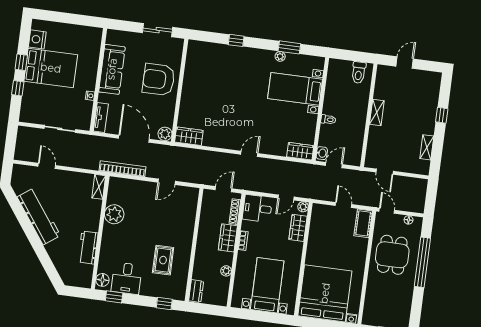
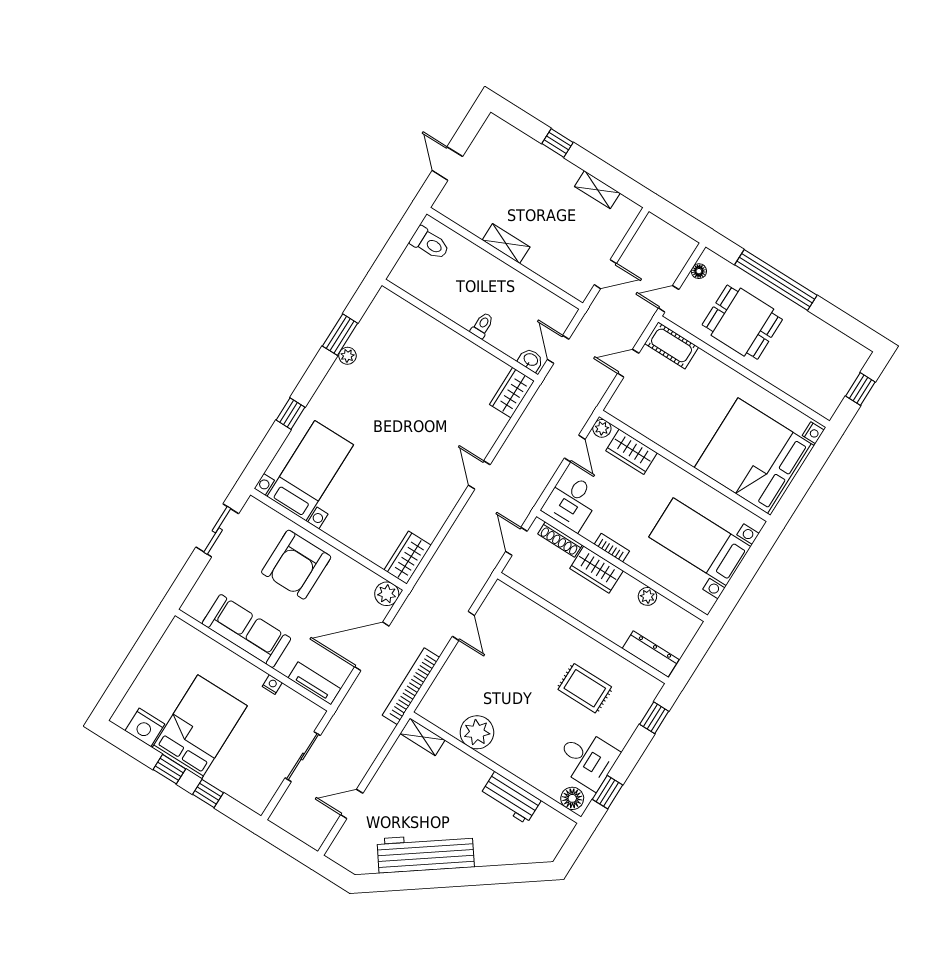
bed with nightstands: (295, 89) -> (310, 471), moved, turned 180
dresser: (196, 291) -> (651, 654), width x1.44

